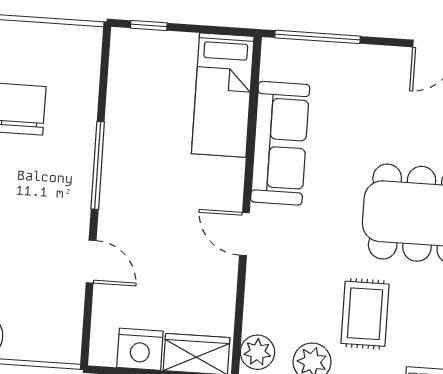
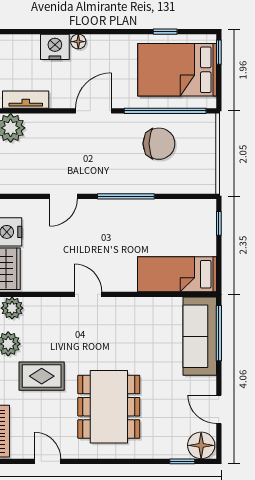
sofa: (280, 143) -> (200, 336), moved, turned 90
door: (244, 234) -> (88, 294), hinge flipped

